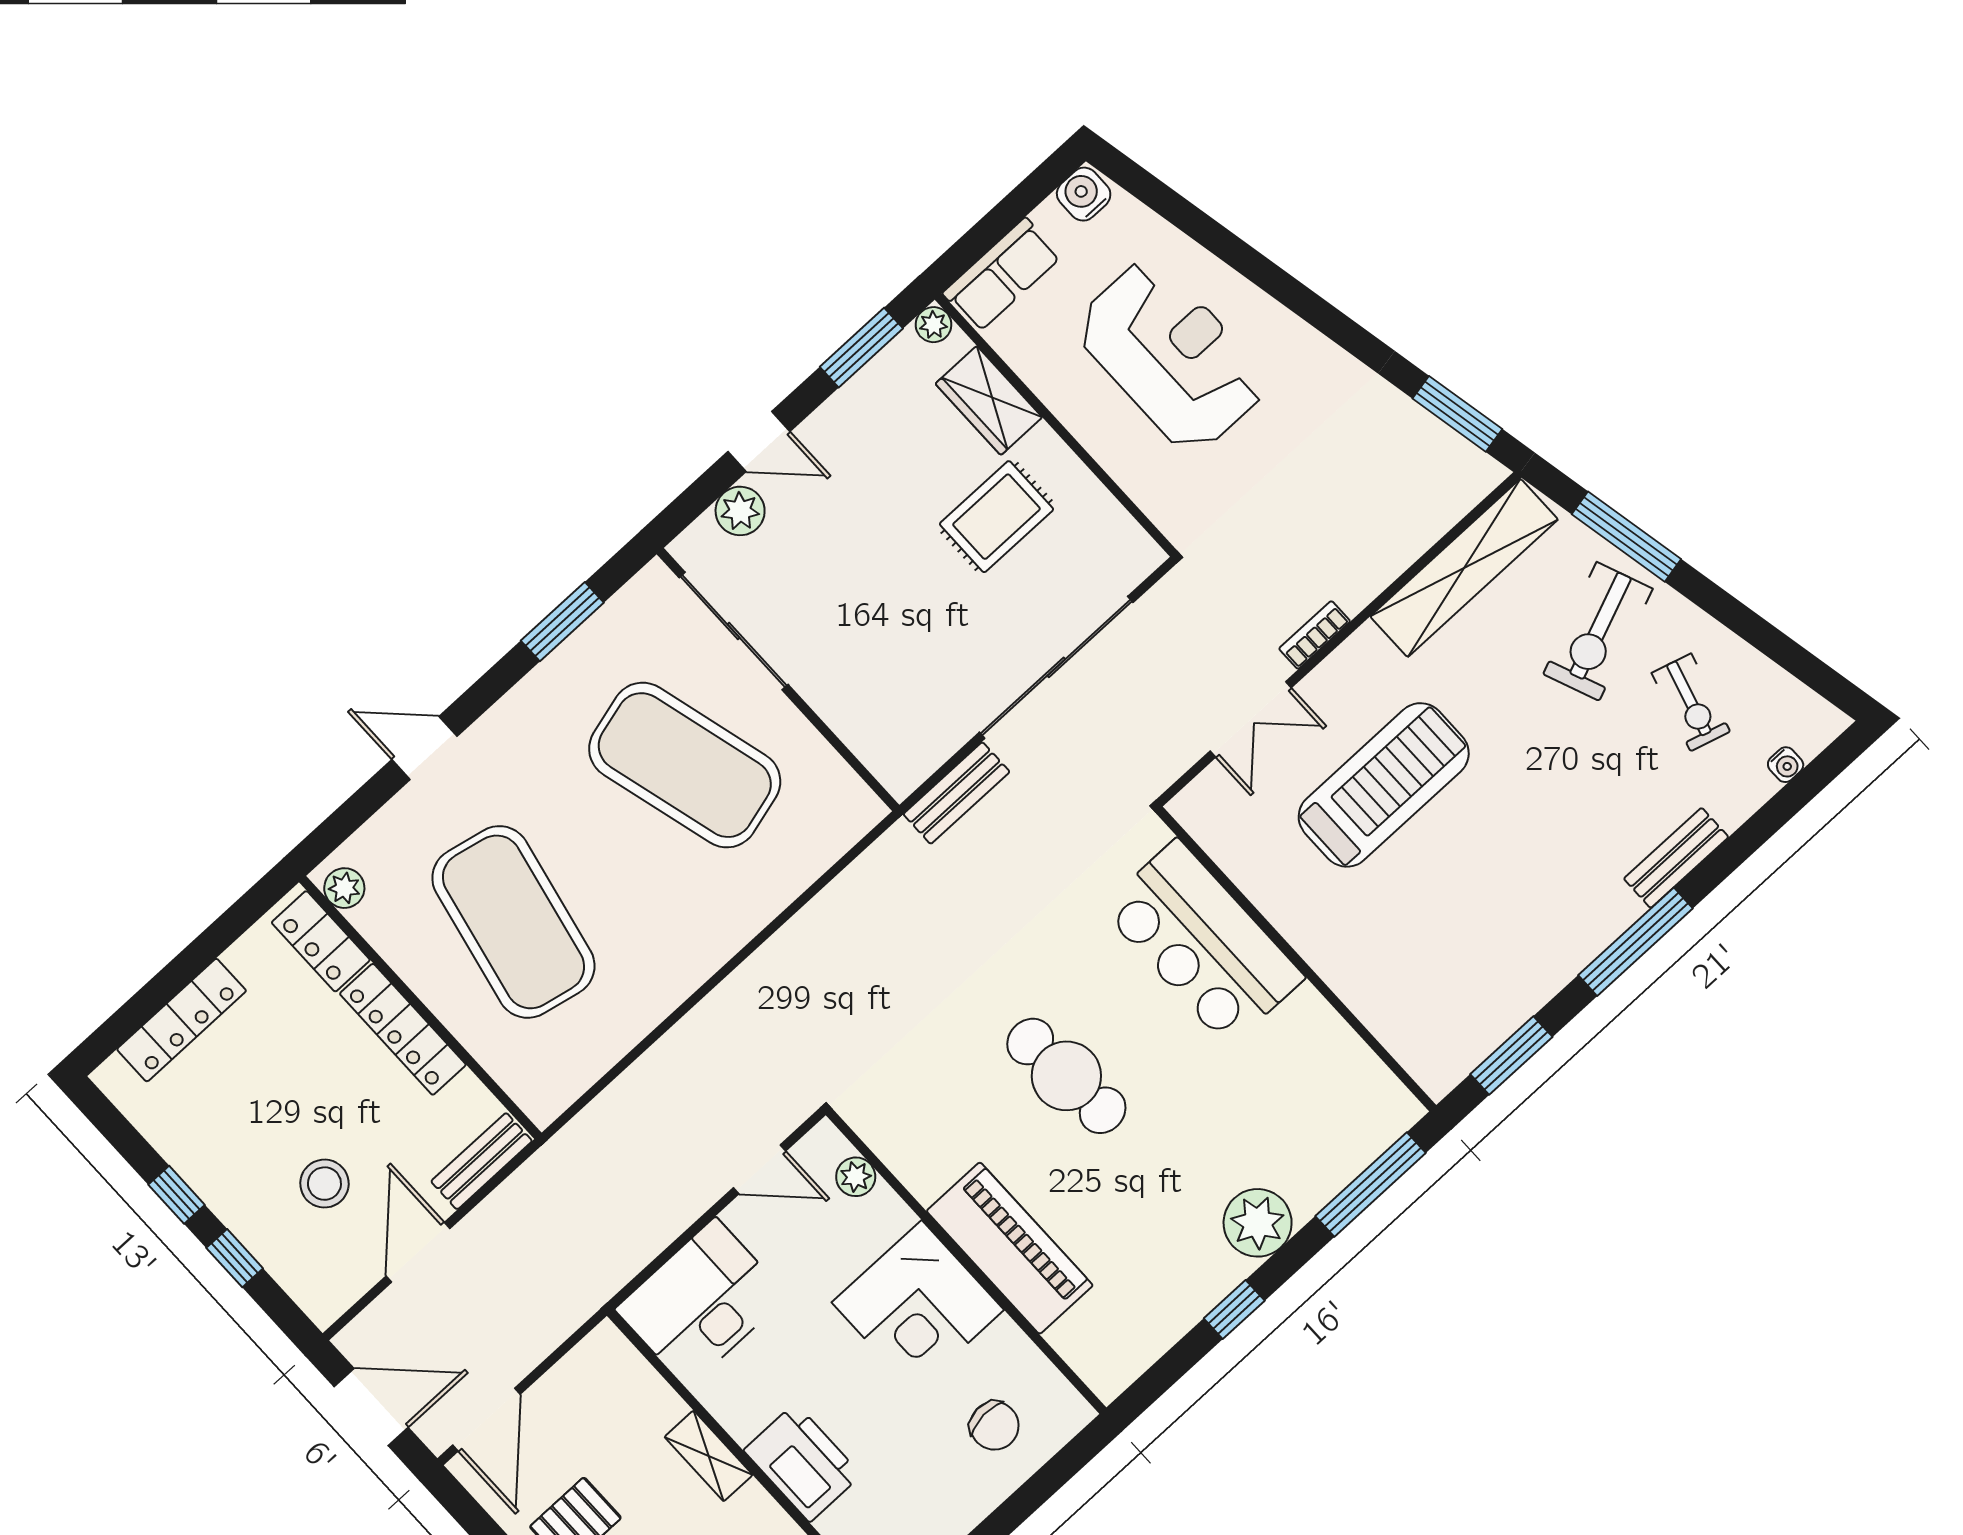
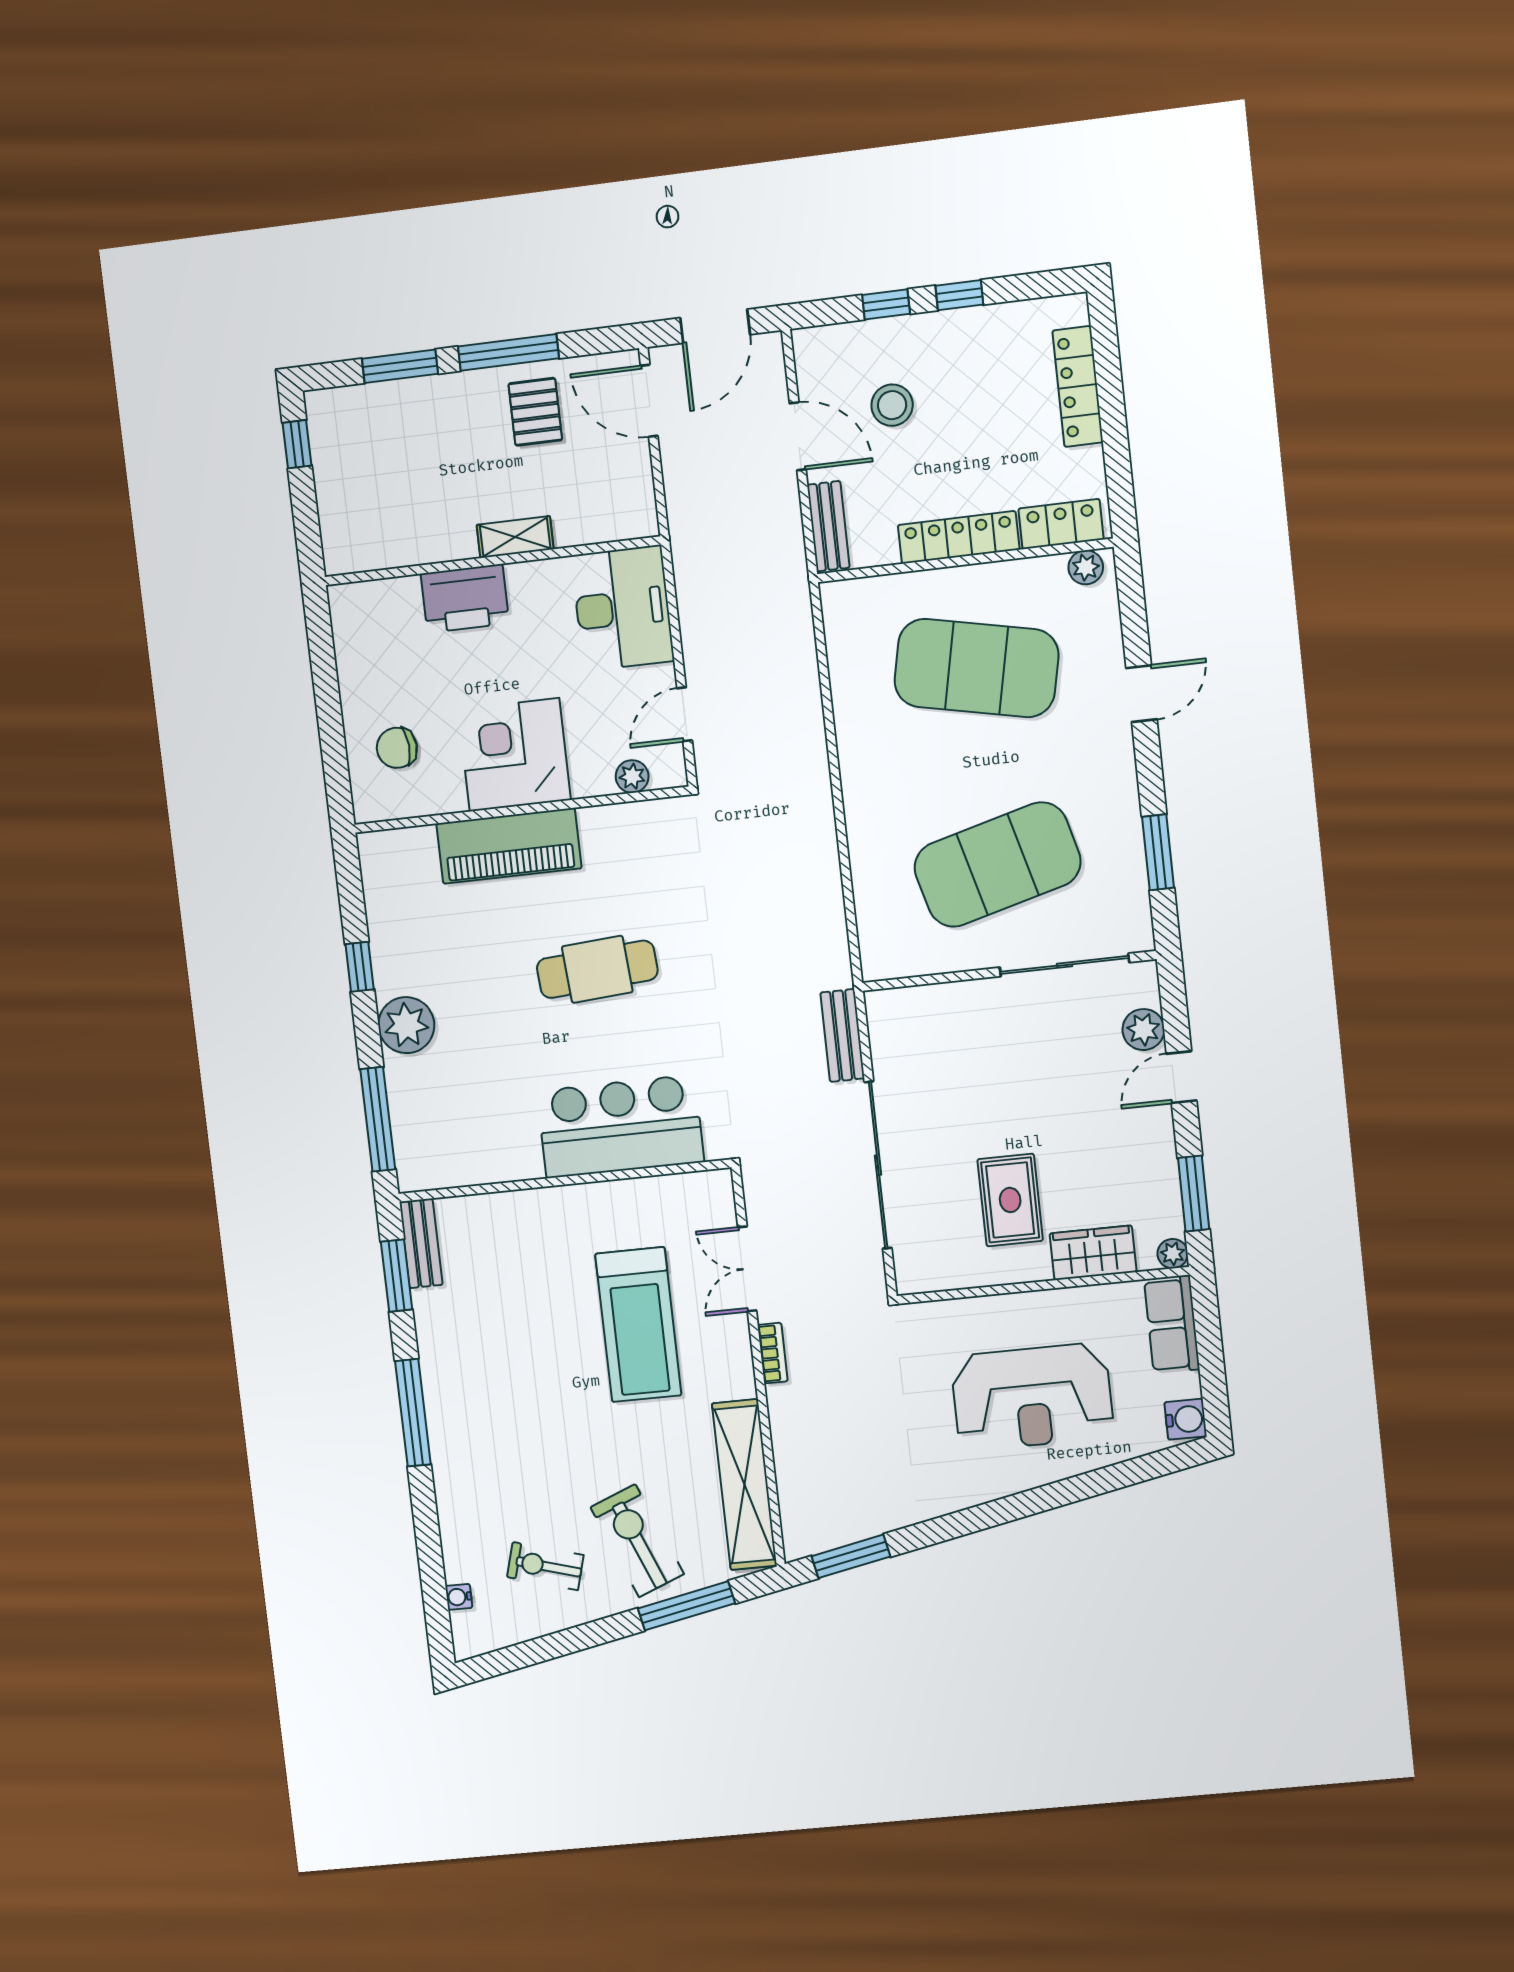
bench: (1676, 858) -> (421, 1243), moved

